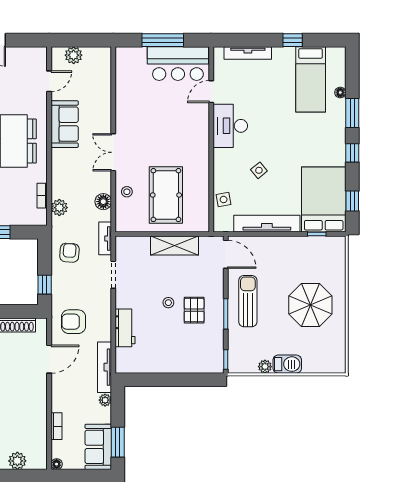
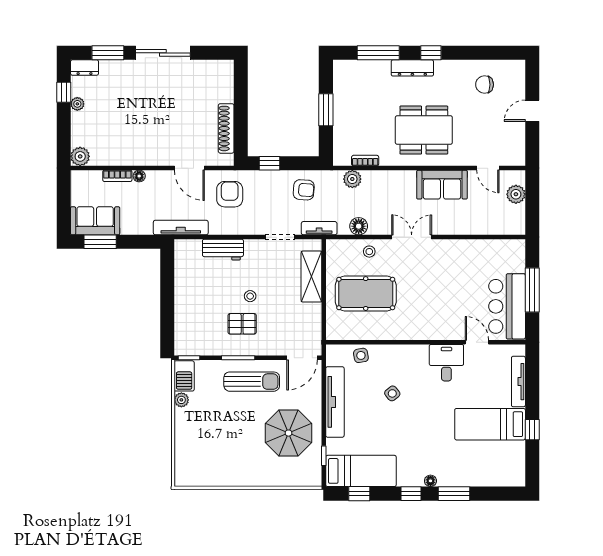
bed: (311, 79) -> (490, 424), moved
floor lamp: (340, 92) -> (430, 481), moved
desk: (230, 126) -> (446, 363), width x0.73
bed: (324, 199) -> (361, 471), width x0.67
shelving: (174, 246) -> (311, 277), moved
parasol: (310, 305) -> (289, 433), moved
barbecue: (287, 364) -> (184, 376), moved
plant: (105, 400) -> (145, 228), removed
plant: (17, 461) -> (80, 156), moved
floor lamp: (57, 464) -> (139, 176), moved

